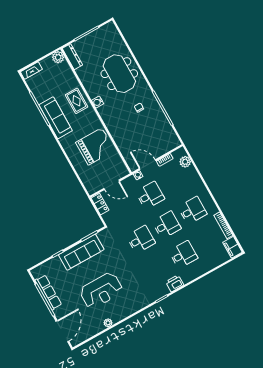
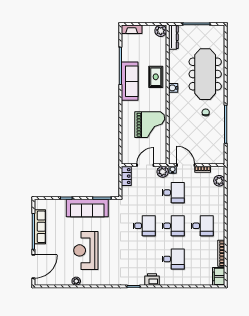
meeting table: (119, 74) -> (205, 74), width x1.36
plant: (130, 182) -> (163, 172), added
door: (112, 185) -> (145, 165), swing flipped
reception desk: (101, 291) -> (86, 250), turned 90

